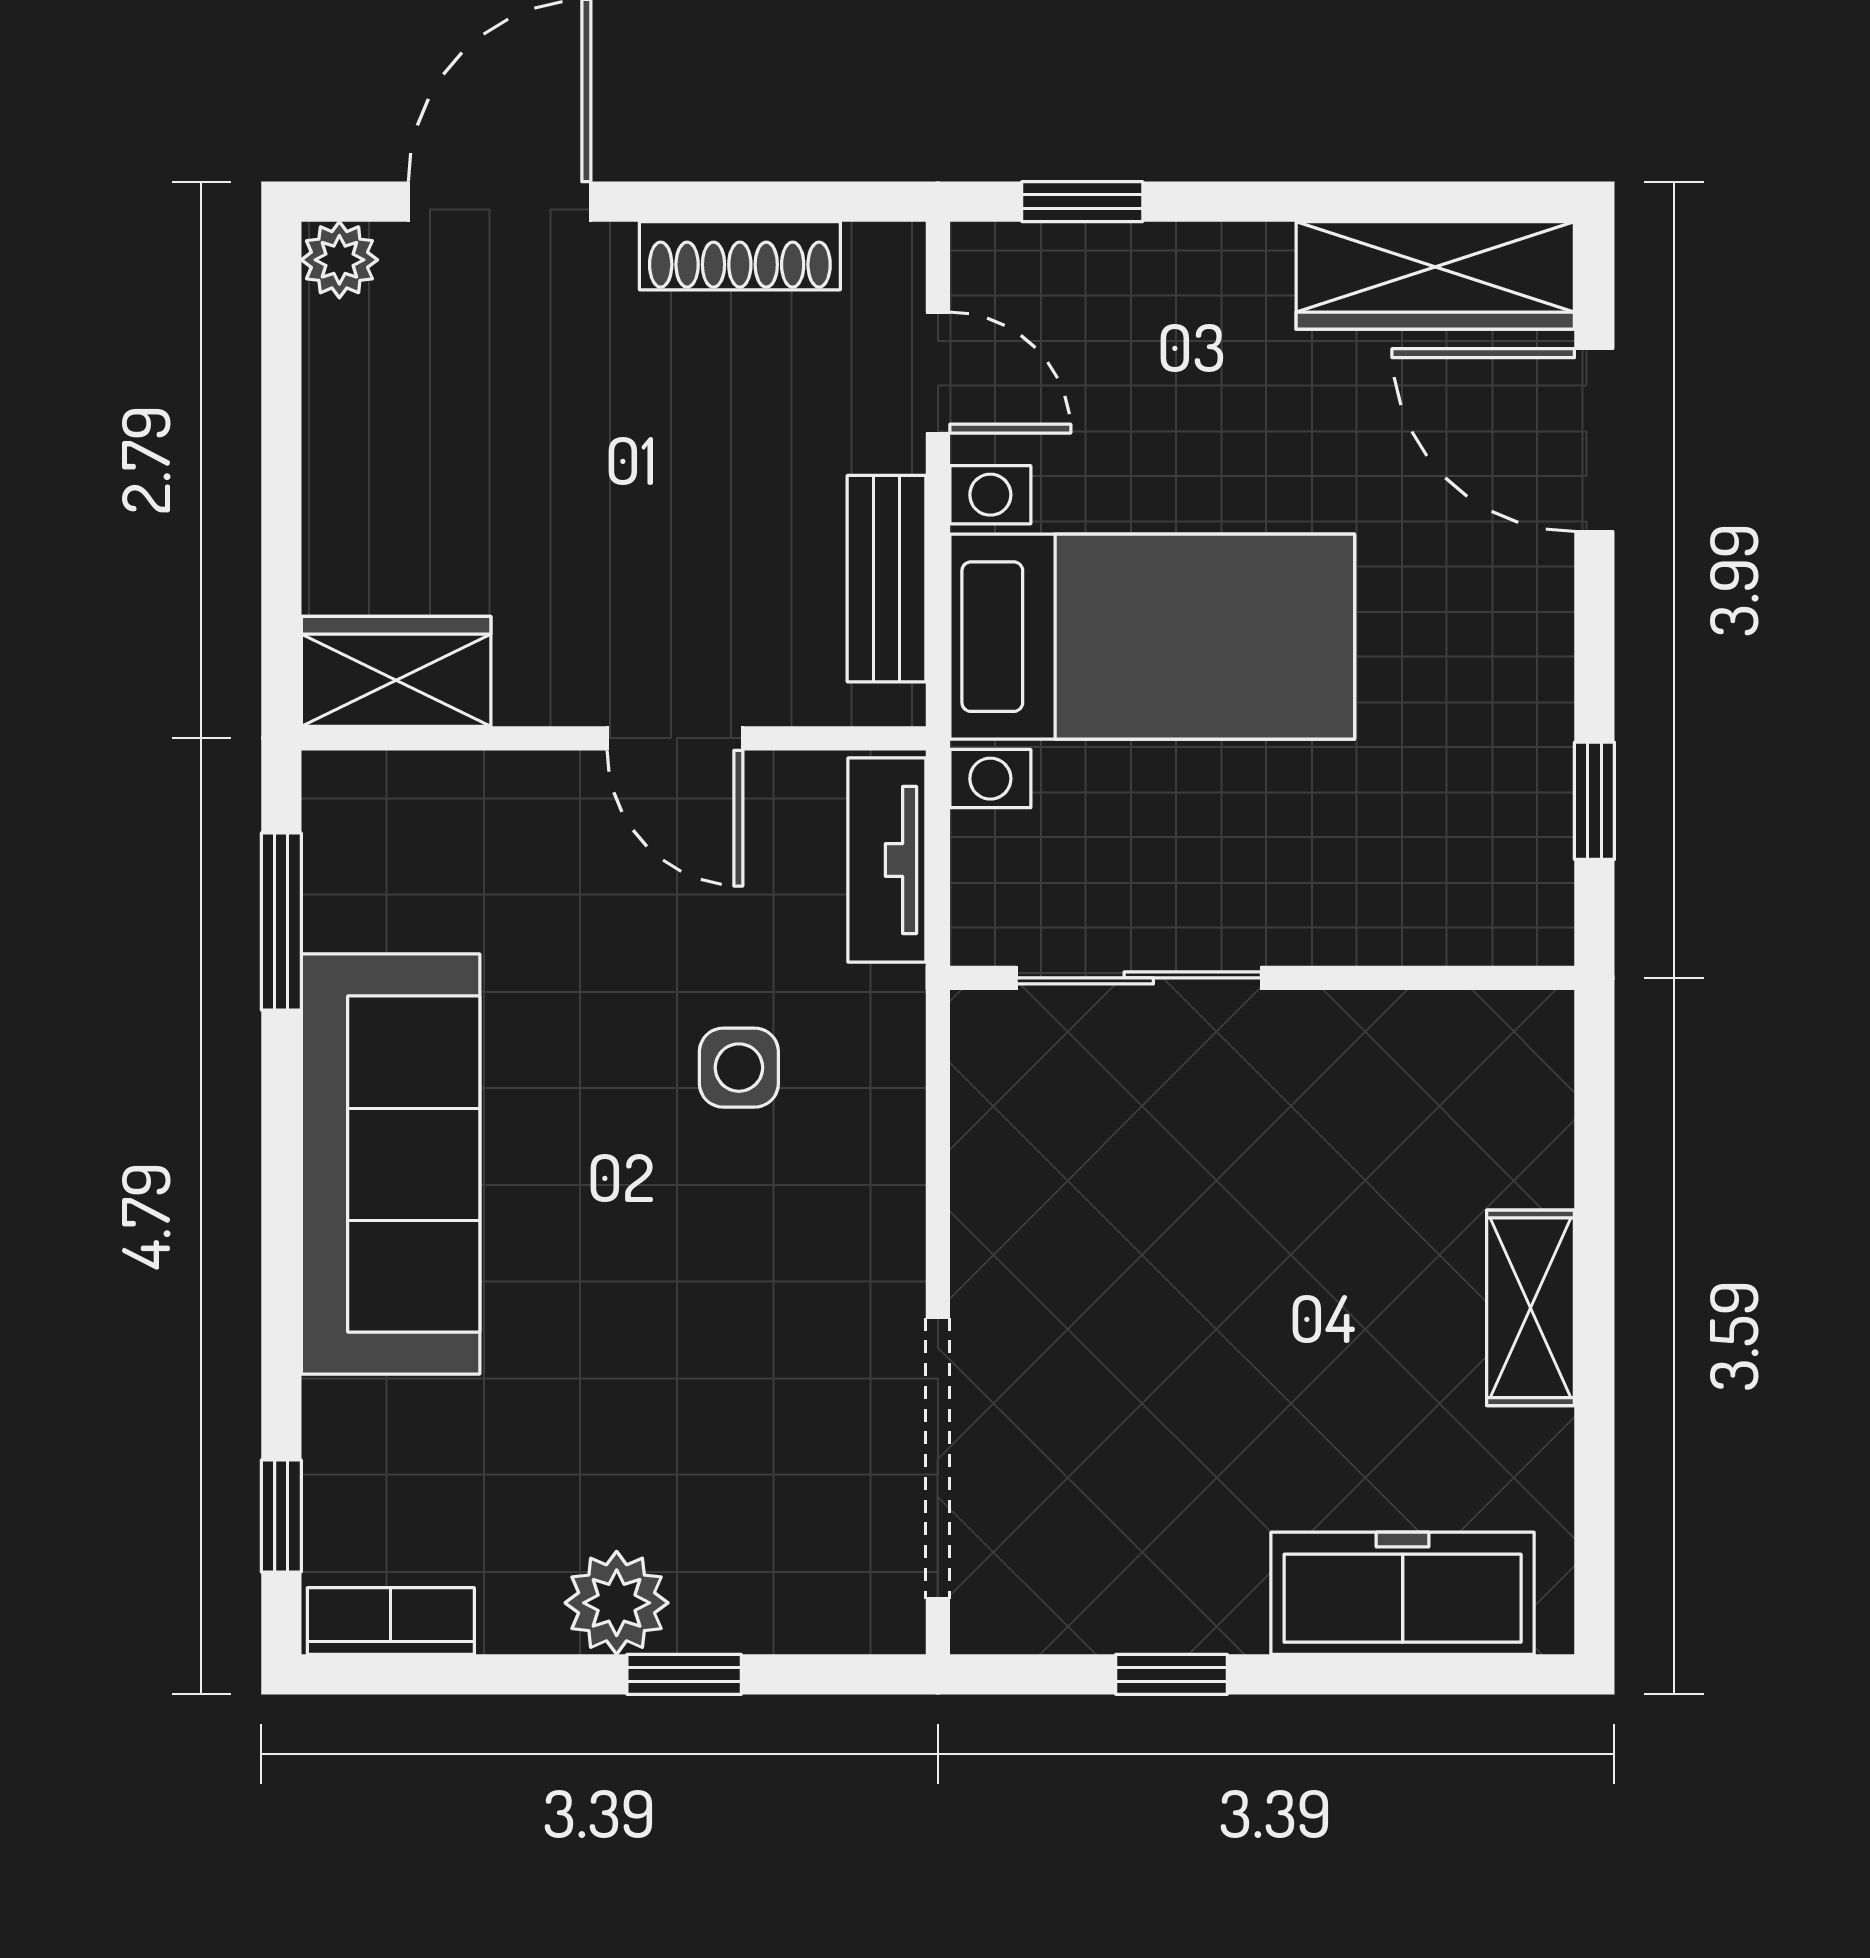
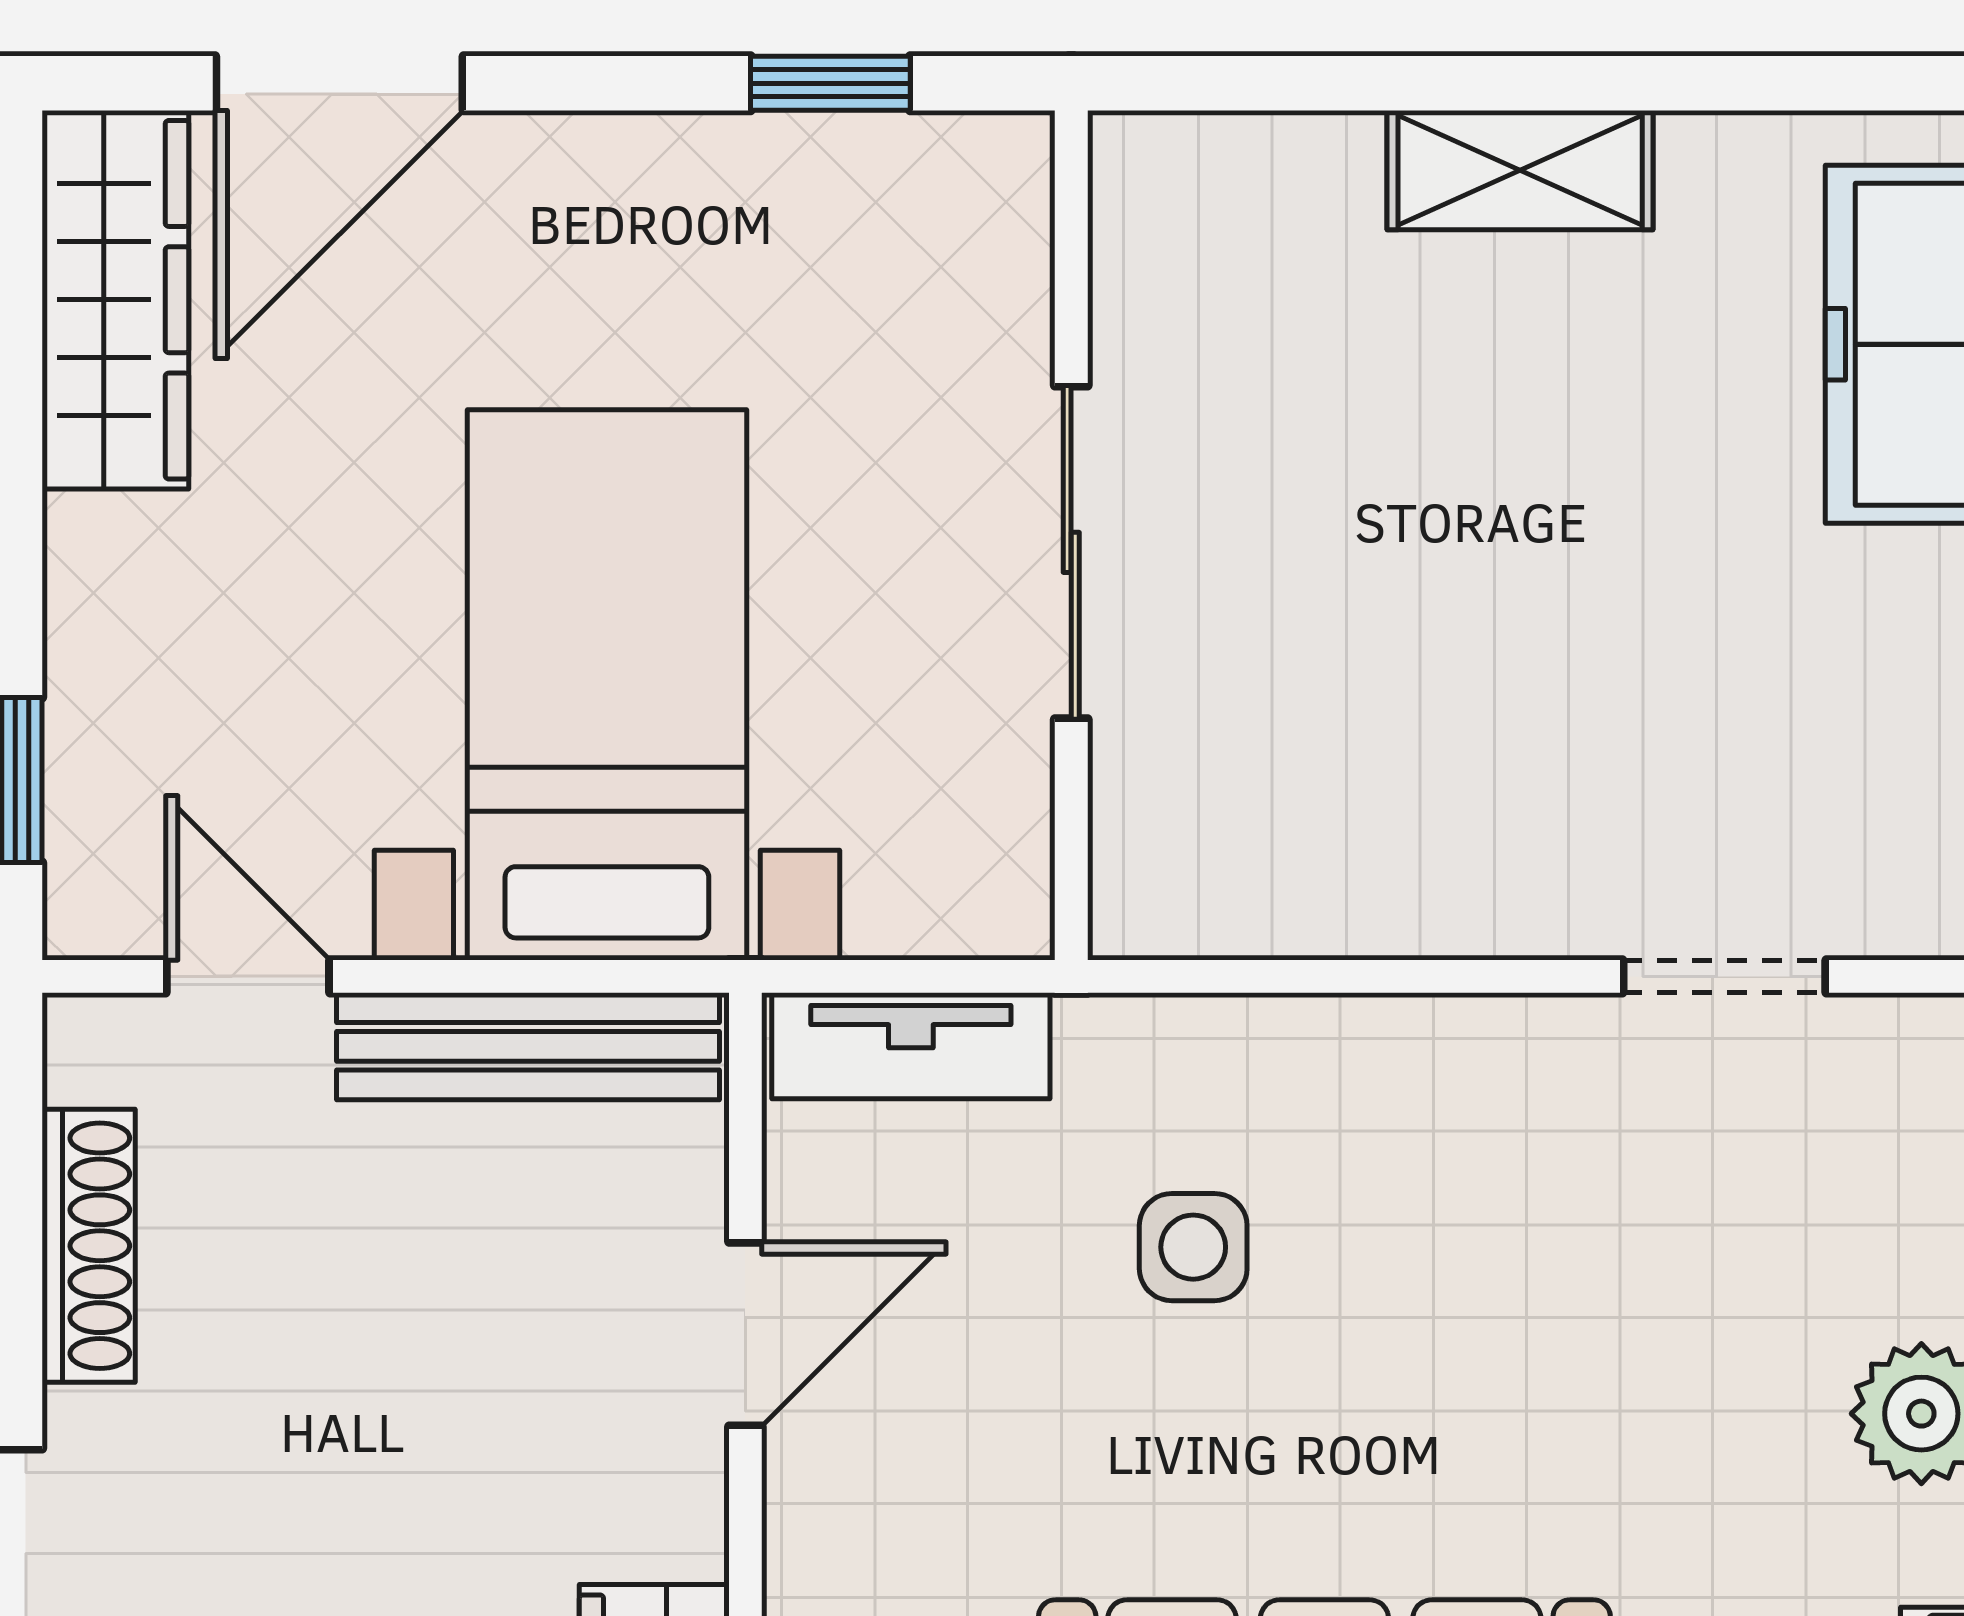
door: (938, 373) -> (248, 976), hinge flipped
bench: (887, 579) -> (528, 1046), width x1.36
sliding door: (1139, 978) -> (1071, 552), moved
doorway: (938, 1458) -> (1724, 976), width x0.53

